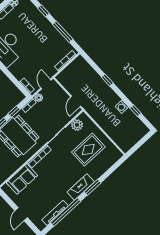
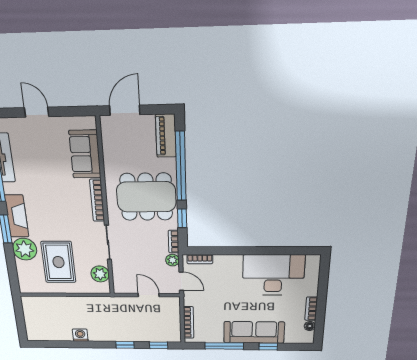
sofa: (42, 25) -> (254, 332), added
door: (76, 102) -> (149, 295), moved
window: (136, 111) -> (159, 345), moved
plant: (96, 171) -> (25, 249), added

